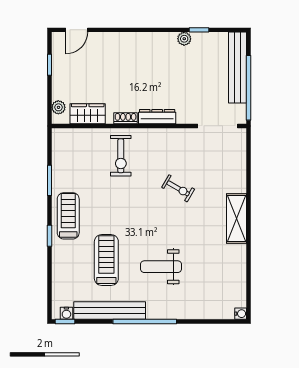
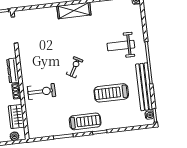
exercise bike: (178, 188) -> (75, 67), moved
treadmill: (68, 216) -> (85, 121), turned 180
weight bench: (161, 267) -> (121, 46), moved, turned 90

